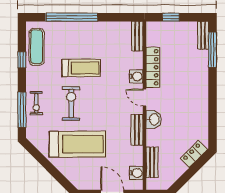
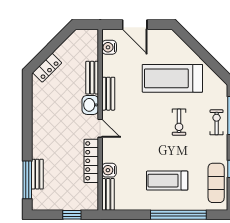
bench: (203, 35) -> (37, 174), moved
treadmill: (81, 68) -> (167, 181), moved
water cooler: (136, 76) -> (109, 170), moved
exercise bike: (71, 103) -> (179, 122), width x0.73, depth x0.72
bench: (152, 162) -> (92, 78), moved

